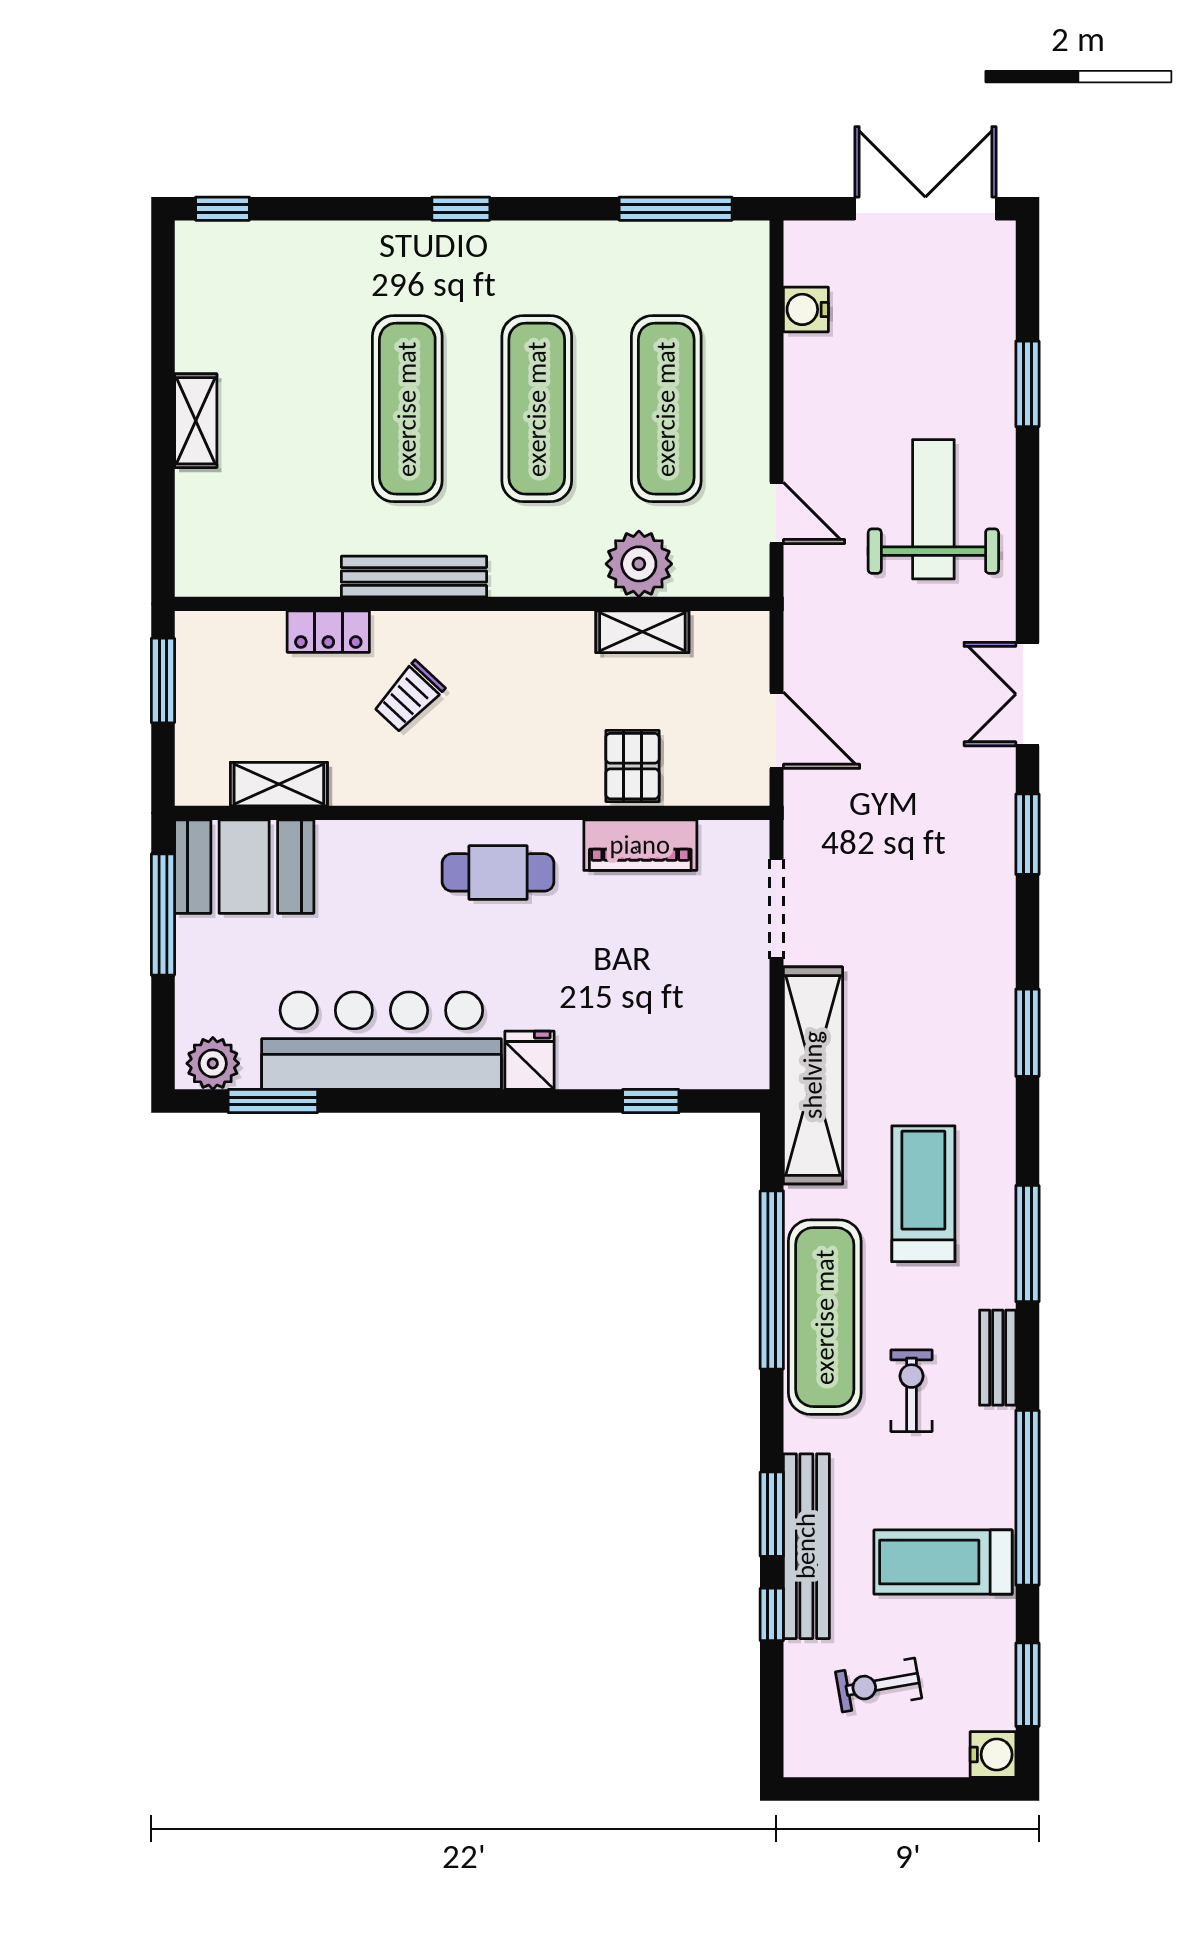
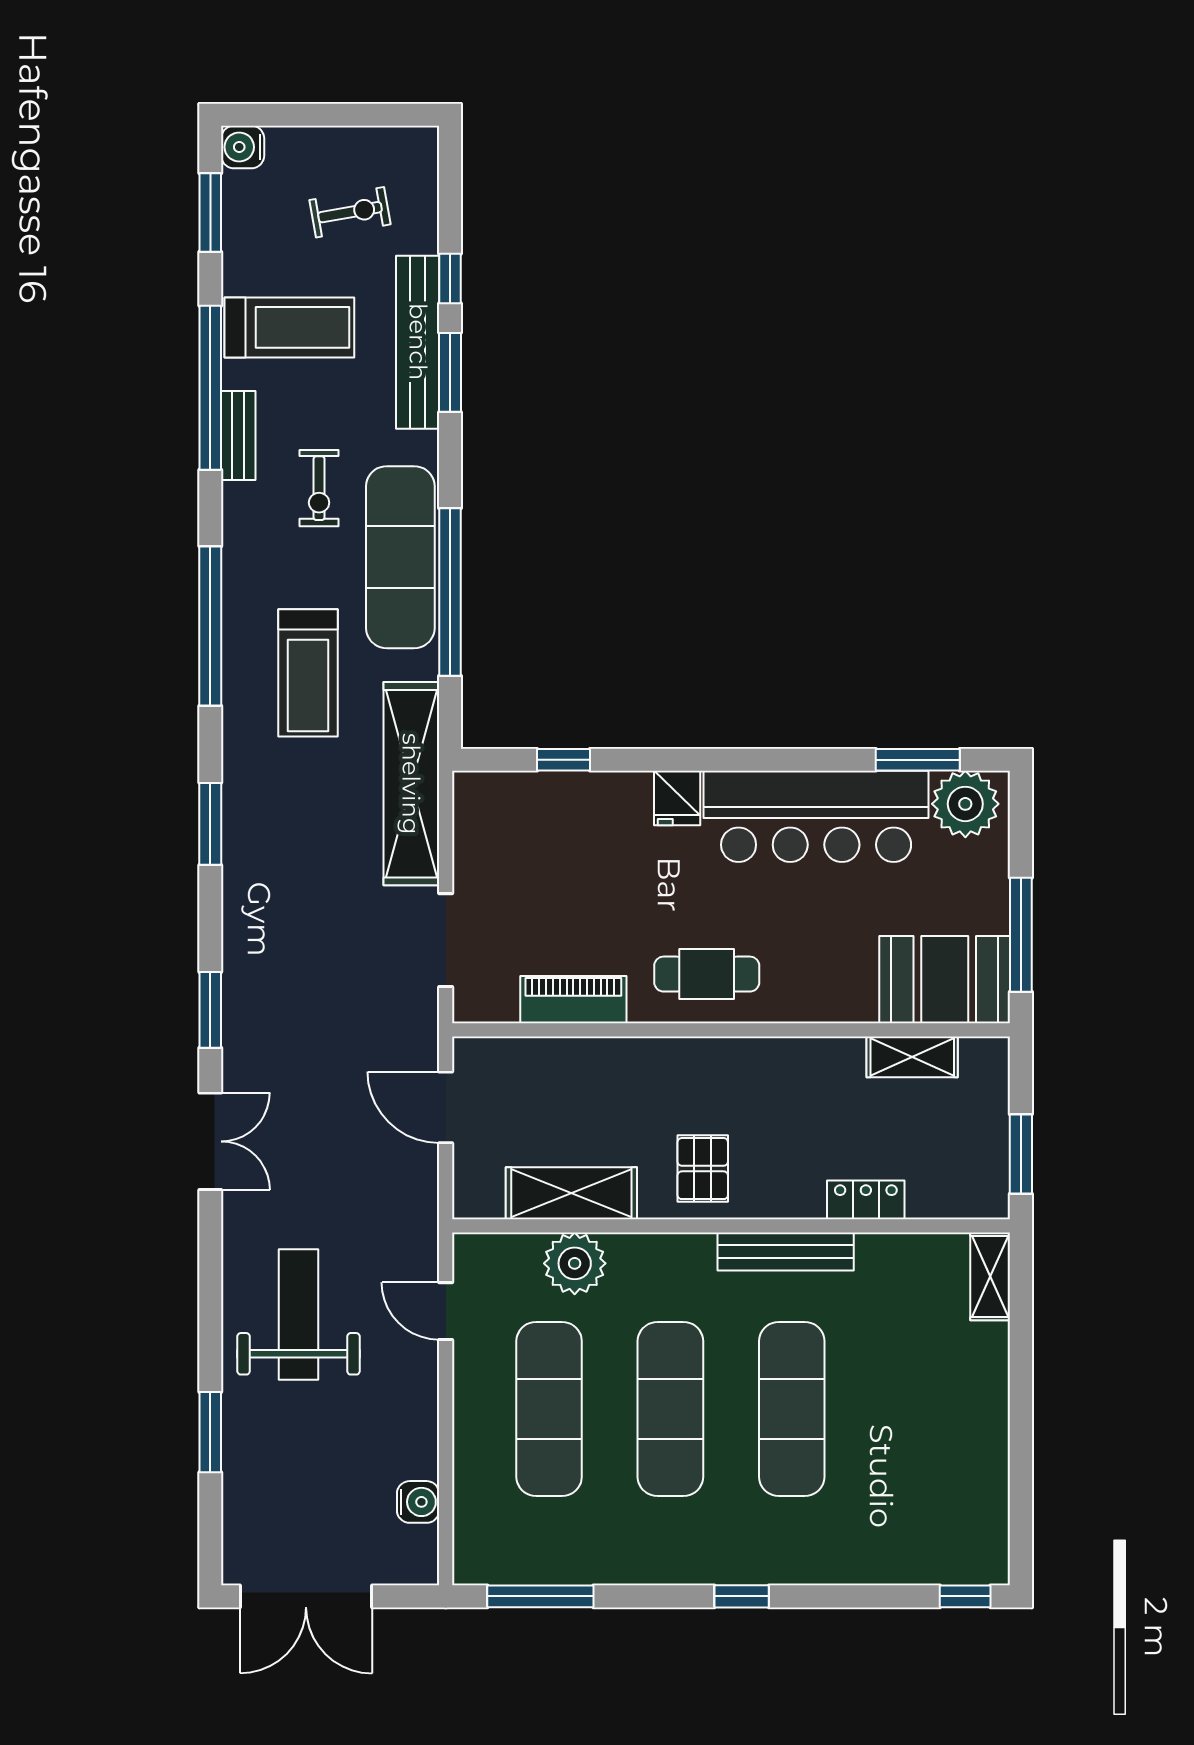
shelving: (196, 421) -> (990, 1276), moved
weight bench: (933, 509) -> (299, 1315), turned 180
shelving: (642, 632) -> (571, 1193), width x1.50, depth x1.33
trolley: (409, 697) -> (790, 1139), removed
pallet: (632, 766) -> (703, 1169), moved
plant: (213, 1063) -> (965, 804), width x1.36, depth x1.36
window: (1027, 1244) -> (210, 626), width x1.46
bench: (998, 1358) -> (238, 435), moved

